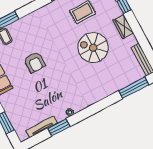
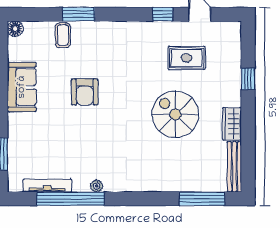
wardrobe: (123, 27) -> (232, 124), moved
window: (59, 127) -> (70, 199), width x2.11

